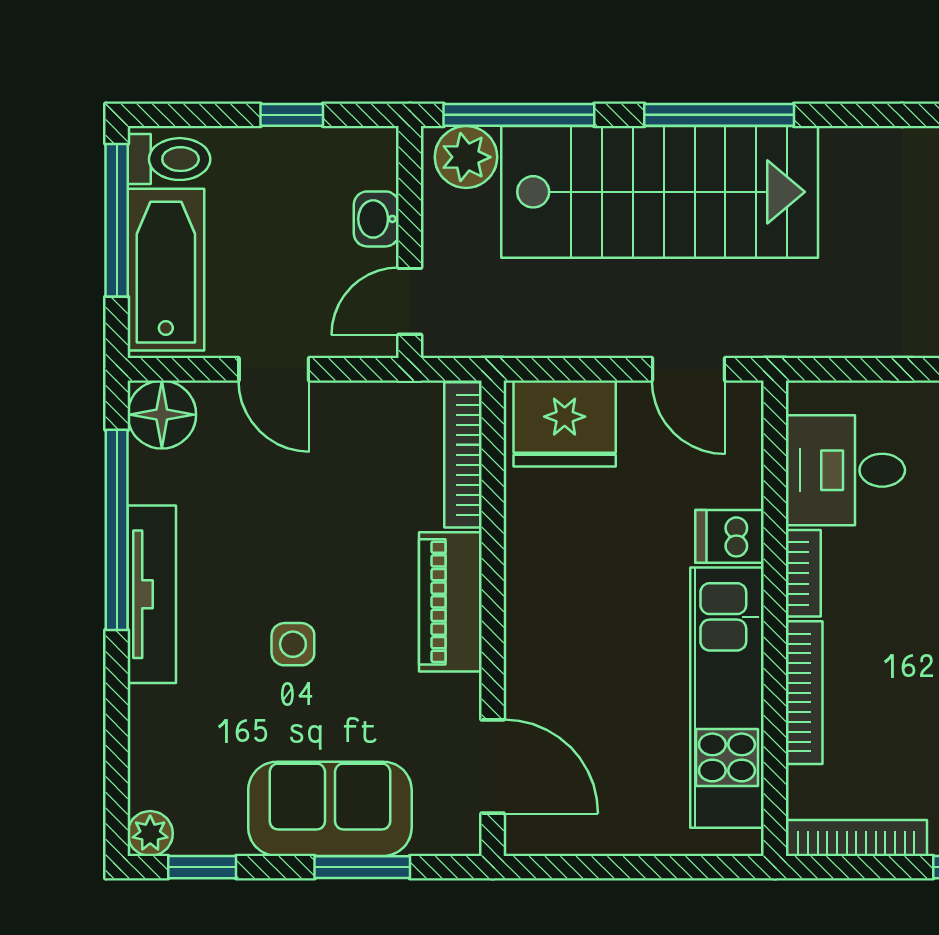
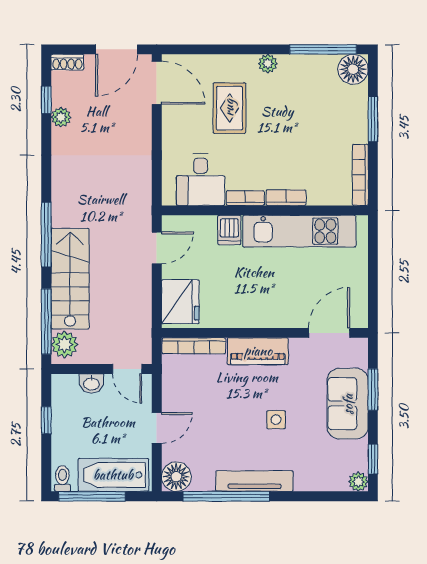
toilet: (169, 159) -> (62, 479), width x0.73, depth x0.72
stairs: (660, 192) -> (70, 279), width x0.73, depth x0.66
bookcase: (804, 693) -> (286, 198), width x0.64

